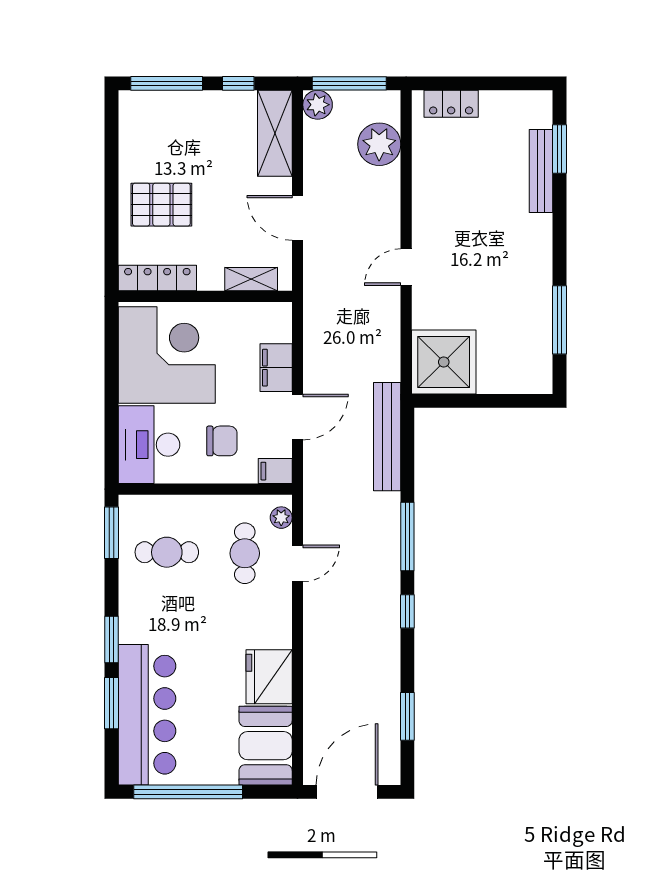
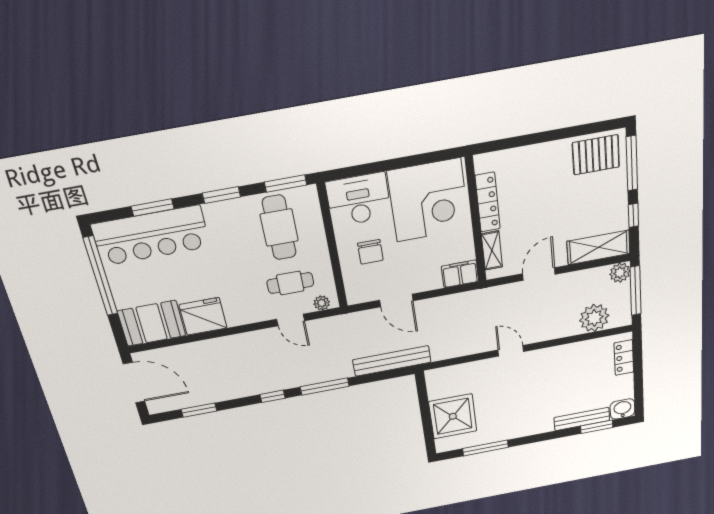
washbasin: (537, 109) -> (622, 409), added
pallet: (161, 205) -> (596, 155), moved, turned 90
locker: (157, 278) -> (488, 202), moved
shower: (444, 362) -> (453, 416), moved
filing cabinet: (276, 368) -> (460, 274), moved
filing cabinet: (275, 471) -> (355, 293), removed
cafe table: (167, 552) -> (279, 228), width x1.37, depth x1.35
window: (112, 639) -> (221, 195), moved

